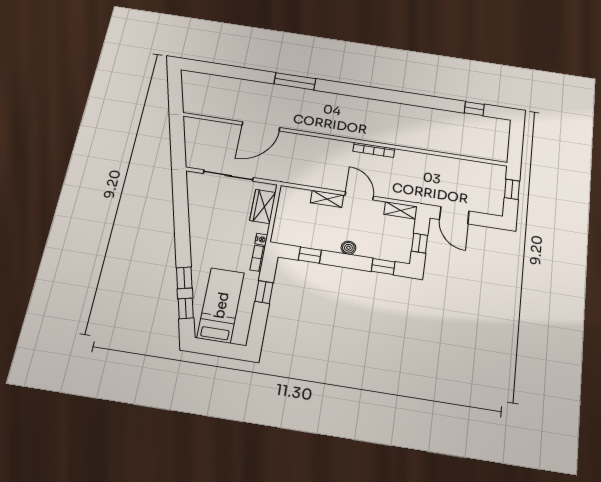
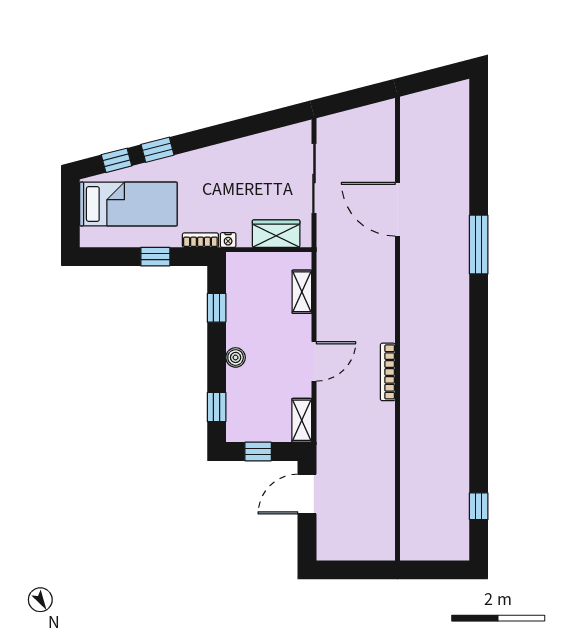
window: (512, 189) -> (360, 570), removed
shelving: (327, 199) -> (302, 292), moved

